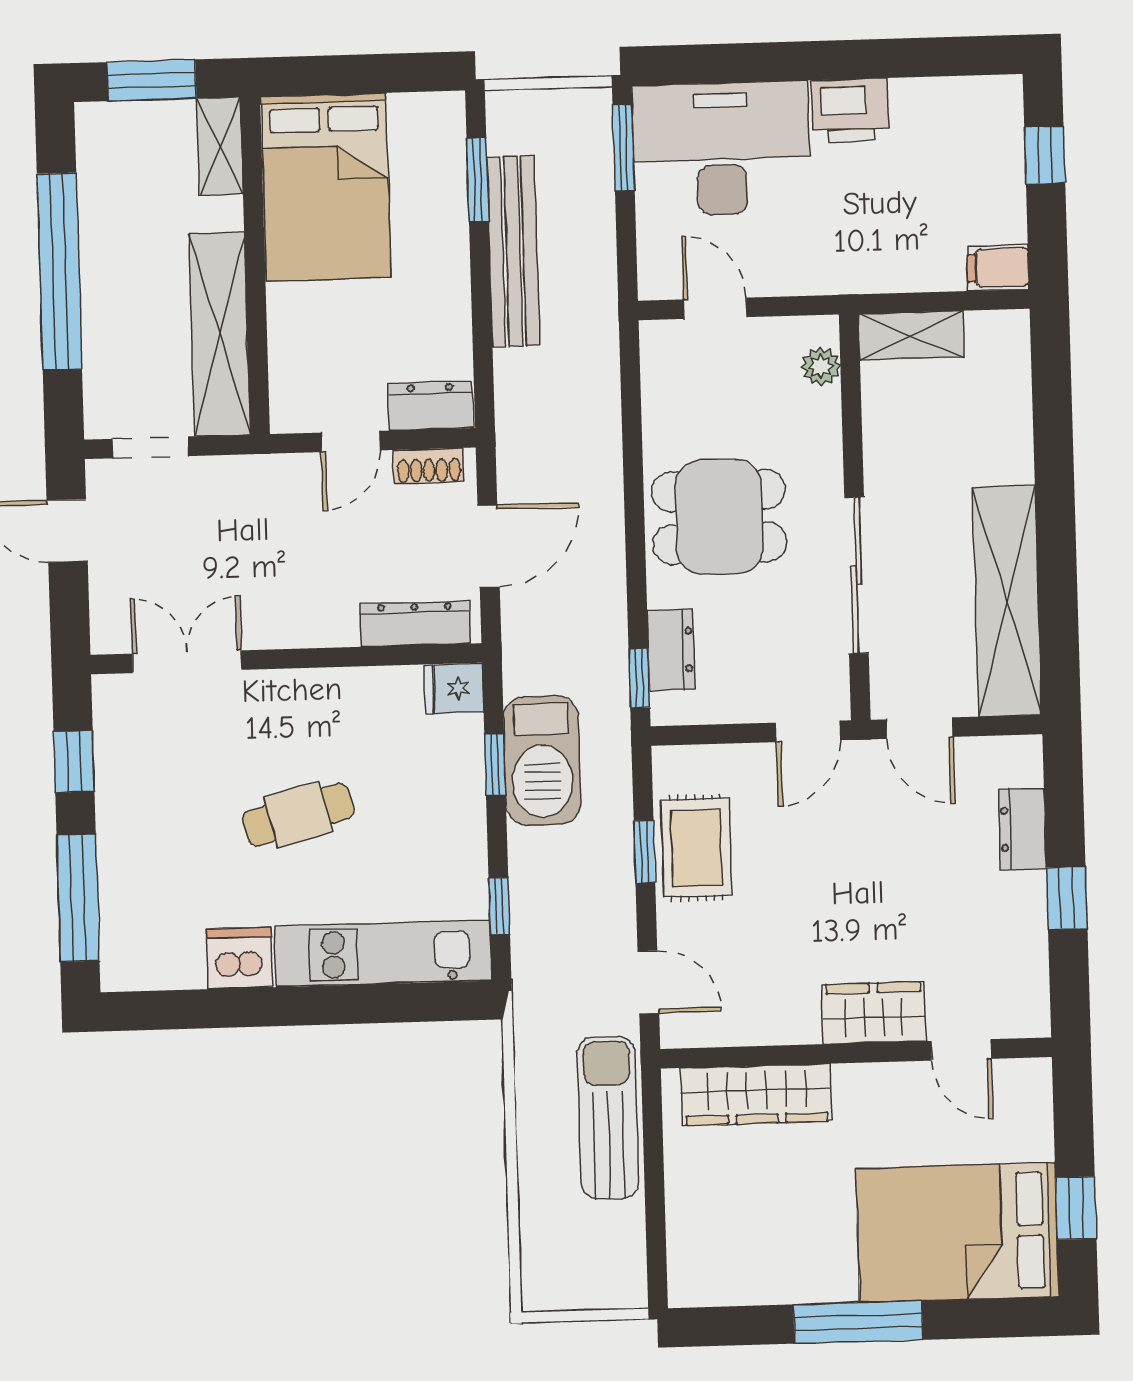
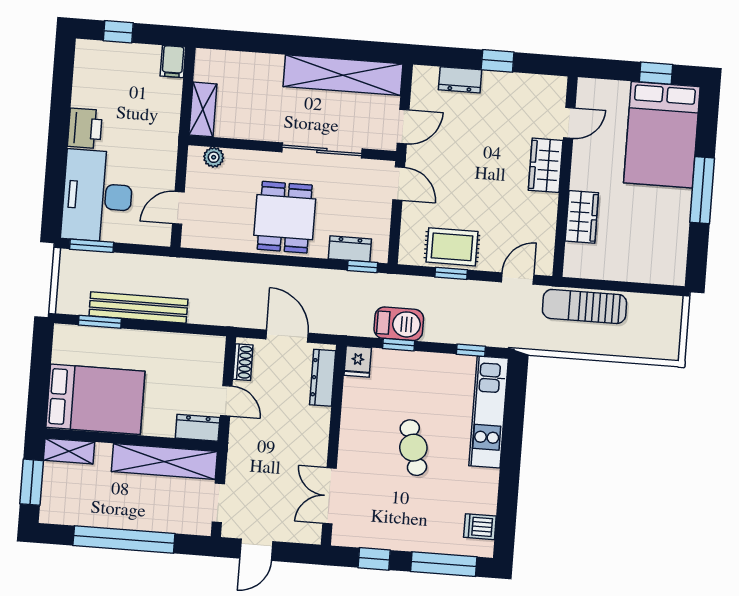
dresser: (431, 406) -> (198, 428), moved, turned 90
barbecue: (542, 760) -> (399, 324), width x0.73, depth x0.83
dishwasher: (239, 958) -> (480, 527), moved, width x0.73
wardrobe: (756, 1095) -> (582, 217), width x0.67

